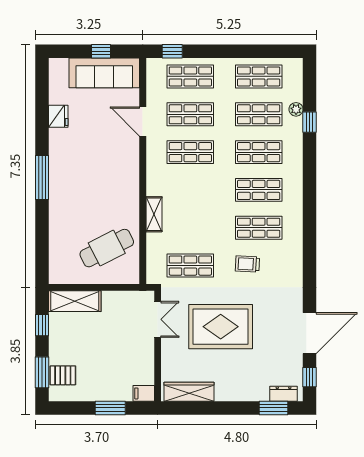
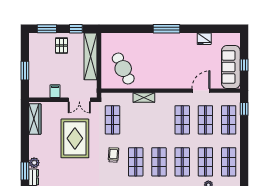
shelving: (75, 301) -> (91, 56), width x1.47
pallet: (63, 375) -> (62, 46), moved
filing cabinet: (144, 393) -> (55, 91), moved
plant: (260, 393) -> (34, 163), added

